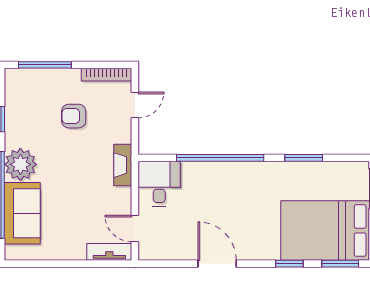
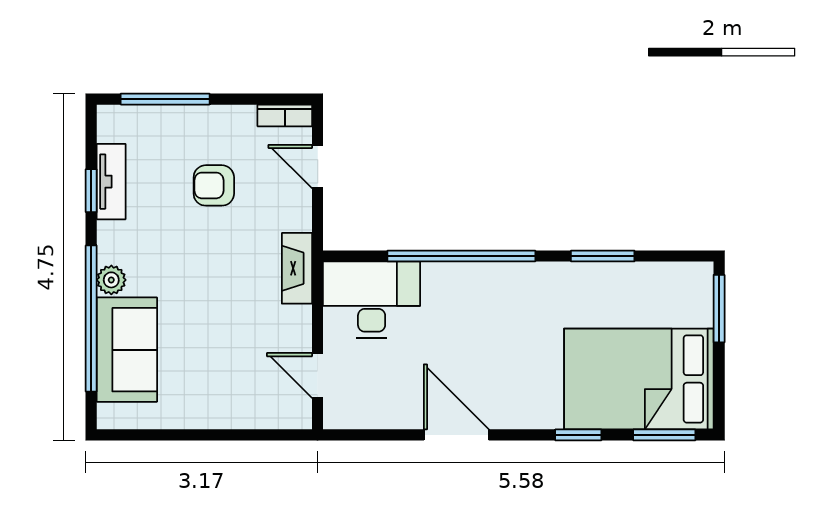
bookcase: (106, 75) -> (285, 115), width x0.64
door: (135, 105) -> (318, 167), swing flipped
plant: (20, 164) -> (111, 280), width x0.53, depth x0.53
desk: (159, 184) -> (372, 300), width x1.37
tv unit: (109, 252) -> (111, 182), moved, turned 90

